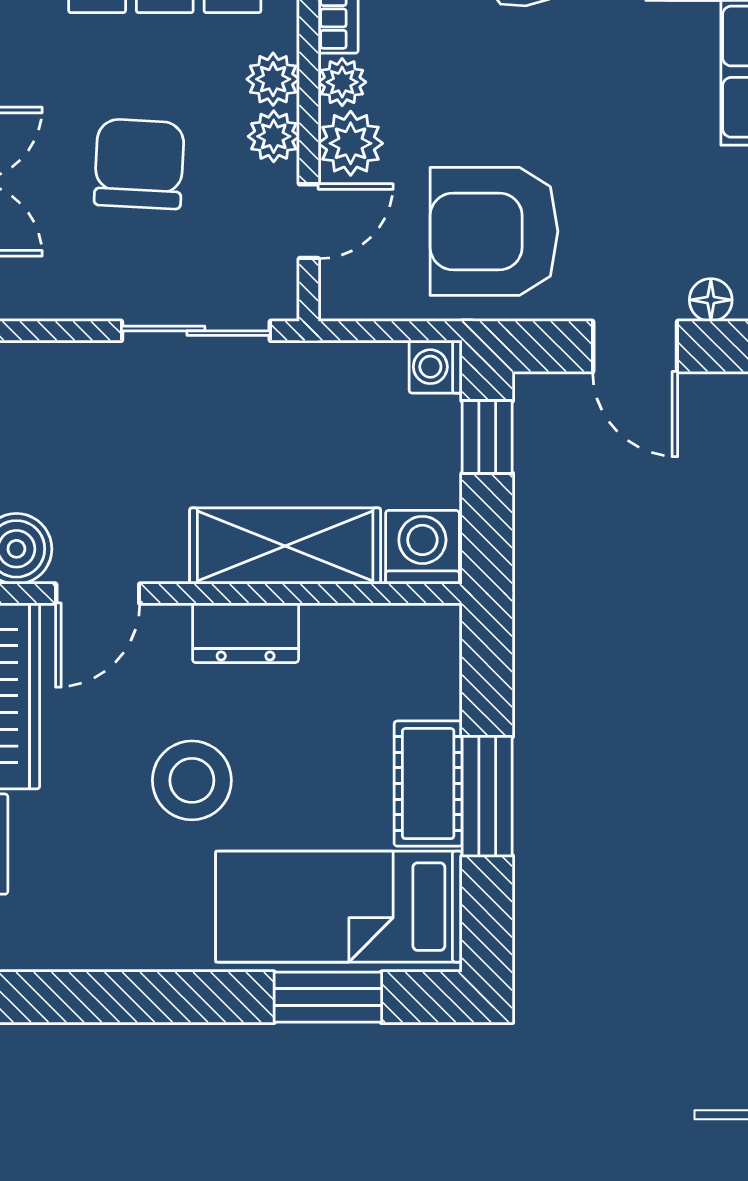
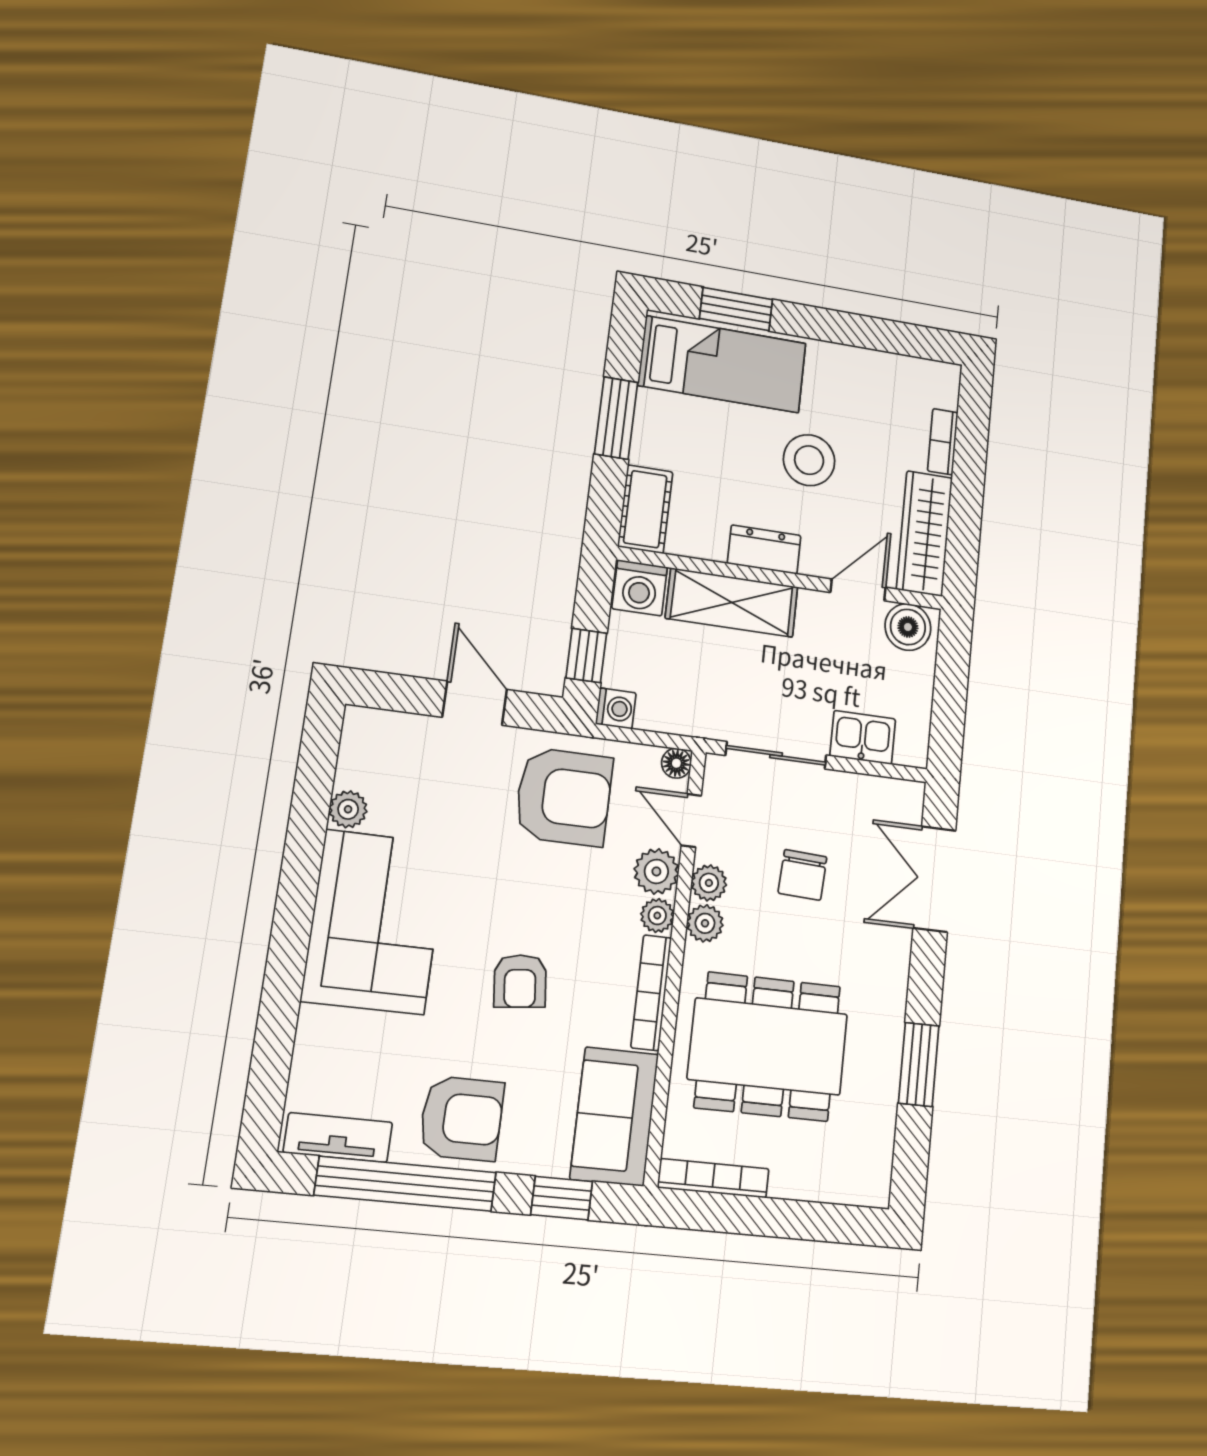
chair: (139, 164) -> (803, 875), width x0.73, depth x0.73
door: (309, 221) -> (691, 820), hinge flipped
floor lamp: (711, 300) -> (676, 763), moved
kitchen sink: (70, 374) -> (863, 737), added
cot: (428, 784) -> (645, 509), moved

